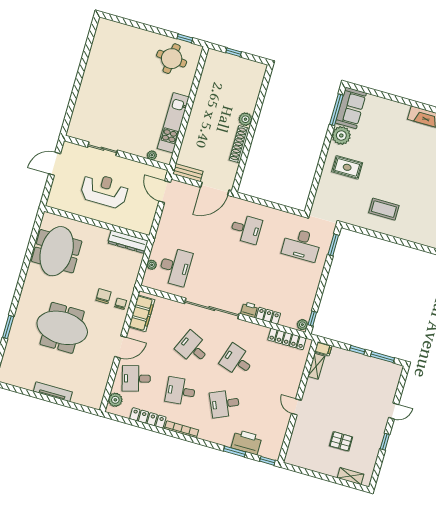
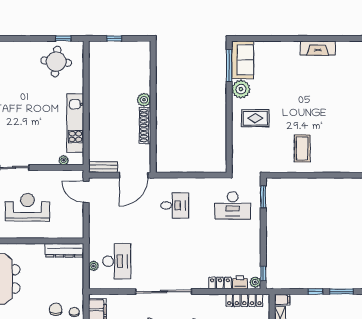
coffee table: (384, 209) -> (302, 148), turned 90
printer: (249, 310) -> (240, 282), moved

